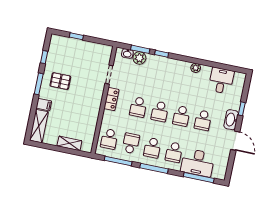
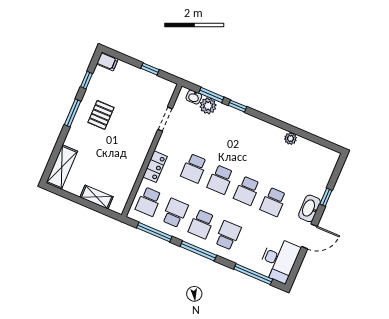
window: (76, 36) -> (150, 69), moved
plant: (196, 68) -> (291, 138), moved
pallet: (60, 81) -> (101, 115), turned 90
desk: (221, 81) -> (307, 156), removed
locker: (111, 99) -> (155, 167), moved
filing cabinet: (44, 105) -> (107, 61), moved
door: (235, 141) -> (309, 236), hinge flipped
school desk: (174, 152) -> (228, 235), turned 180
desk: (198, 163) -> (279, 260), moved, turned -90

